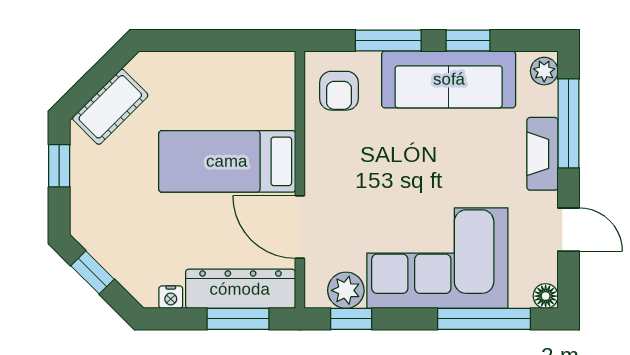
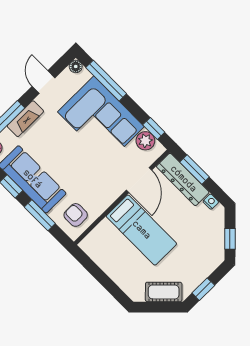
armchair: (339, 91) -> (76, 215), turned -90

